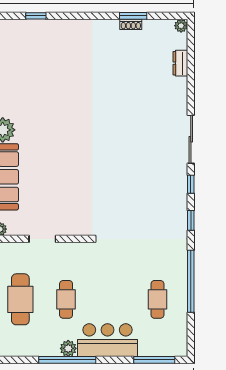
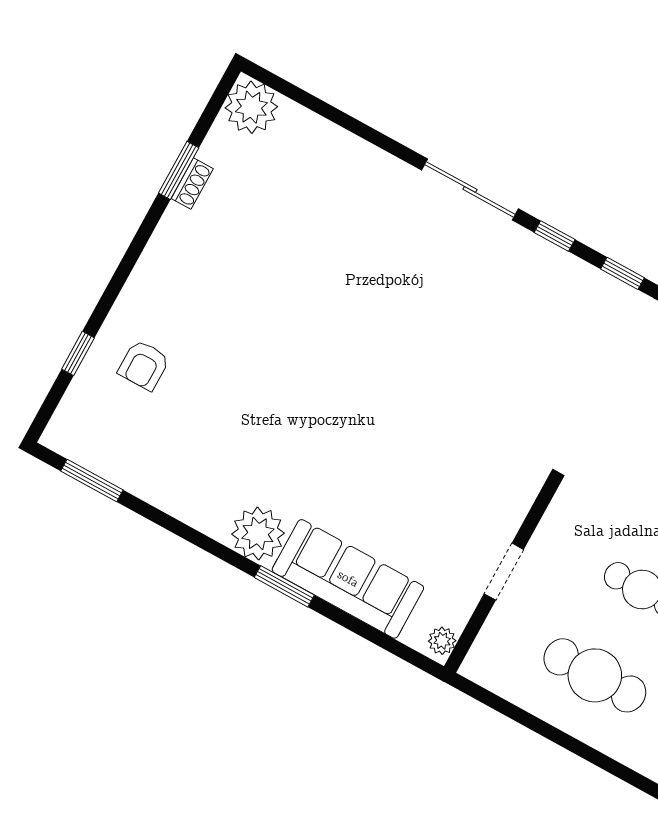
plant: (181, 26) -> (251, 107), width x1.88, depth x1.88
armchair: (46, 45) -> (144, 365), added
dresser: (180, 63) -> (316, 130), removed

